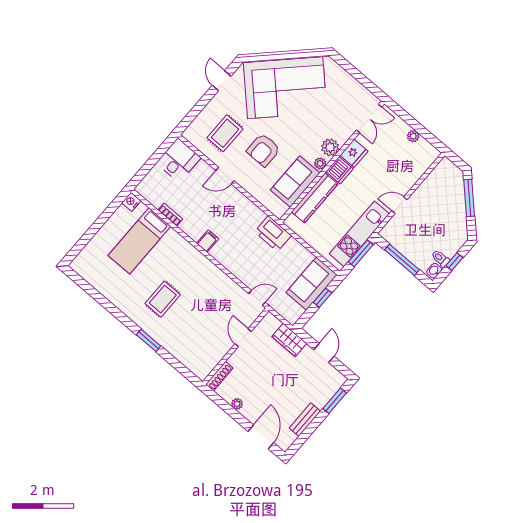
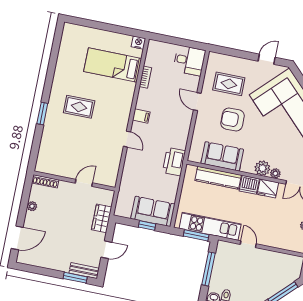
plant: (320, 163) -> (275, 173), moved
door: (257, 298) -> (127, 139), moved
bench: (305, 420) -> (84, 271), moved

